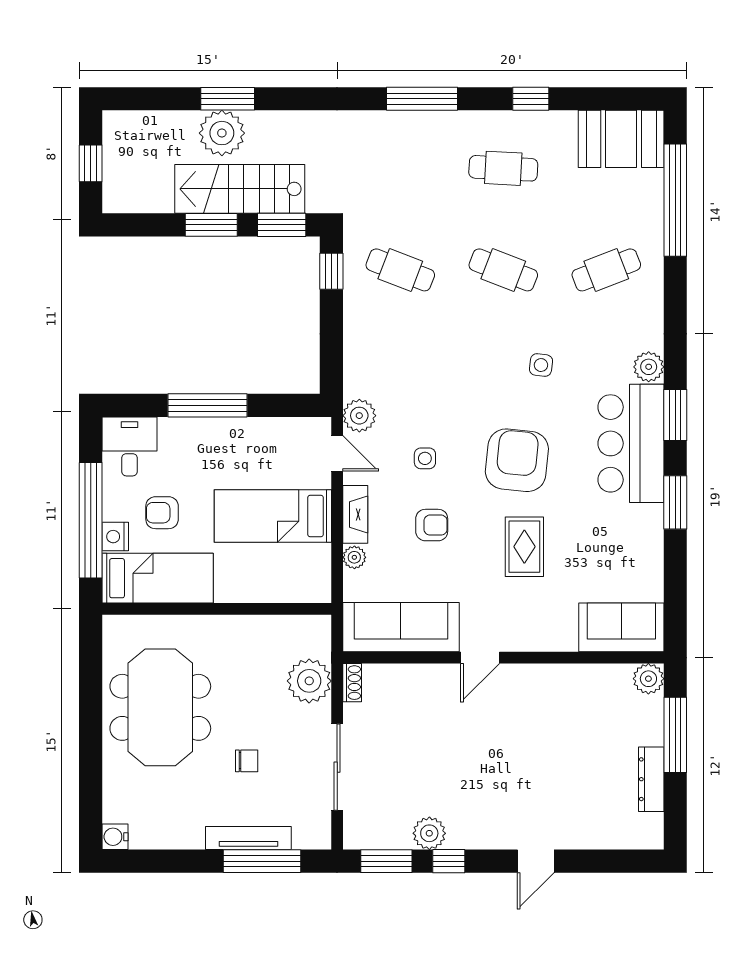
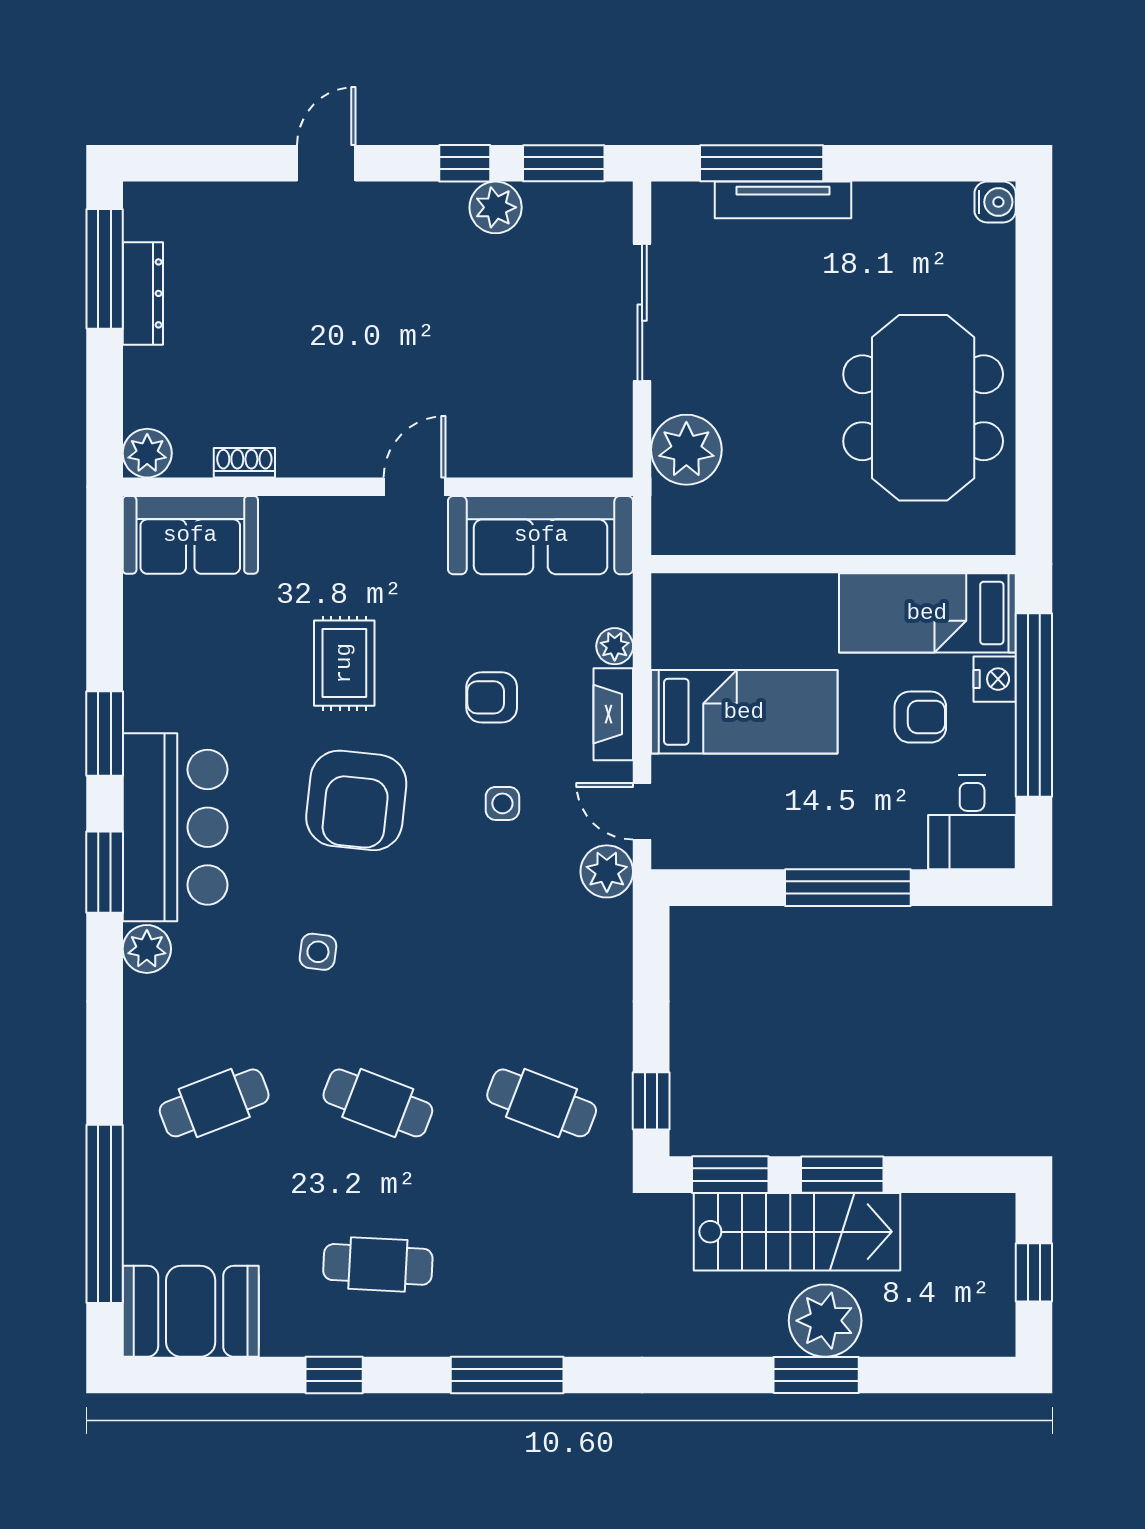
shoe rack: (352, 683) -> (244, 463), moved, turned 90
window: (675, 735) -> (105, 269), moved
chair: (247, 761) -> (786, 323), removed

